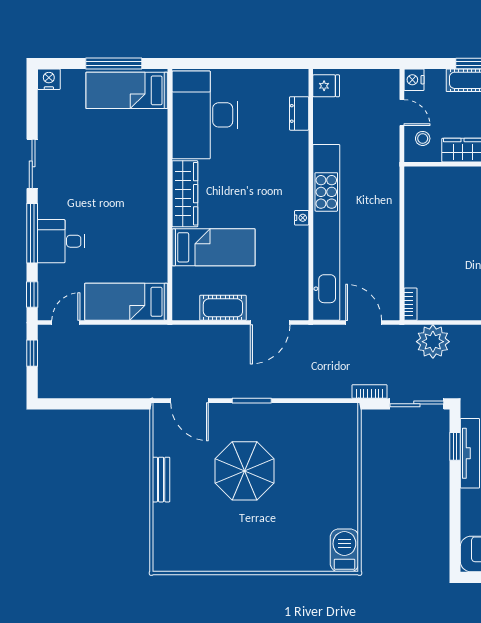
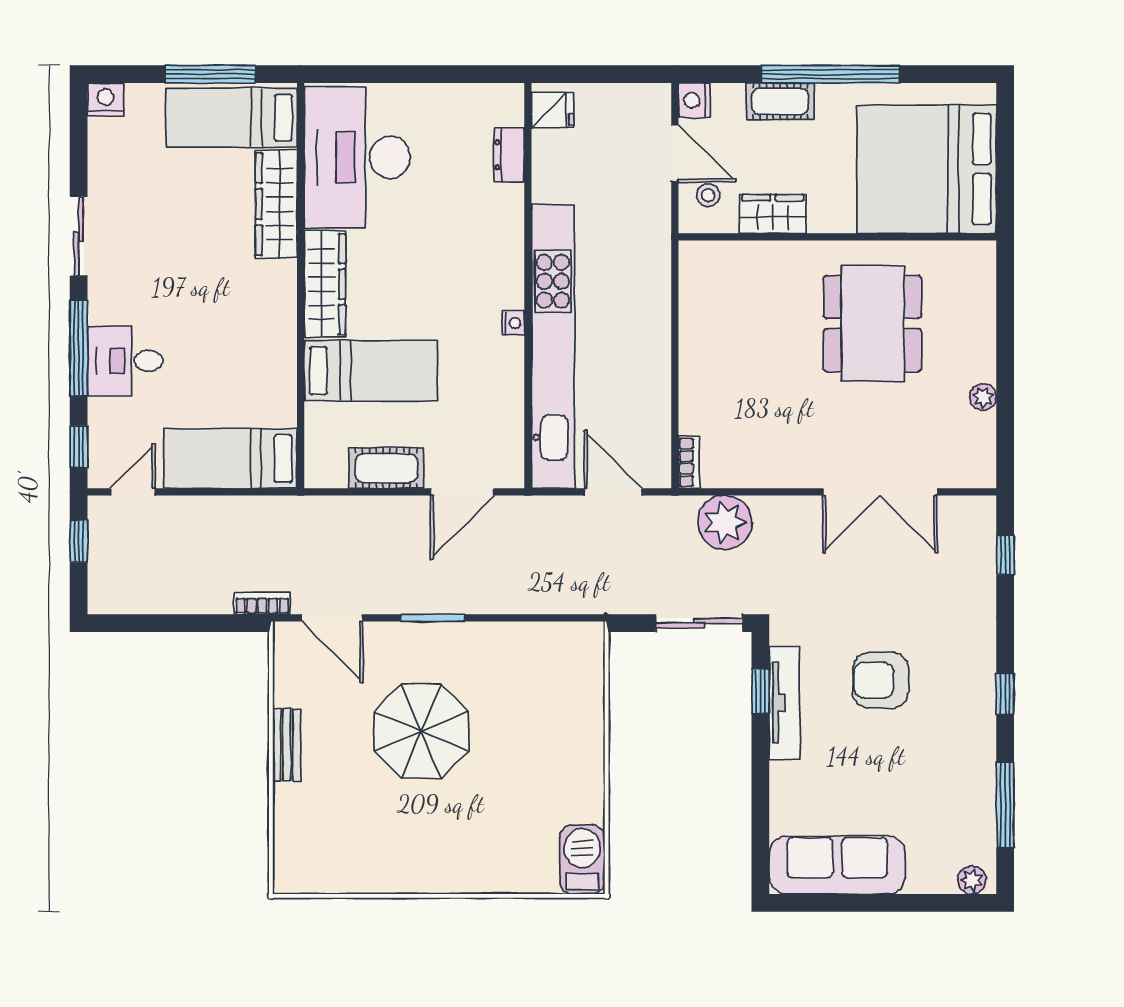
door: (402, 113) -> (675, 153), width x1.38
wardrobe: (155, 144) -> (276, 204), added
bookcase: (370, 392) -> (262, 603), moved

